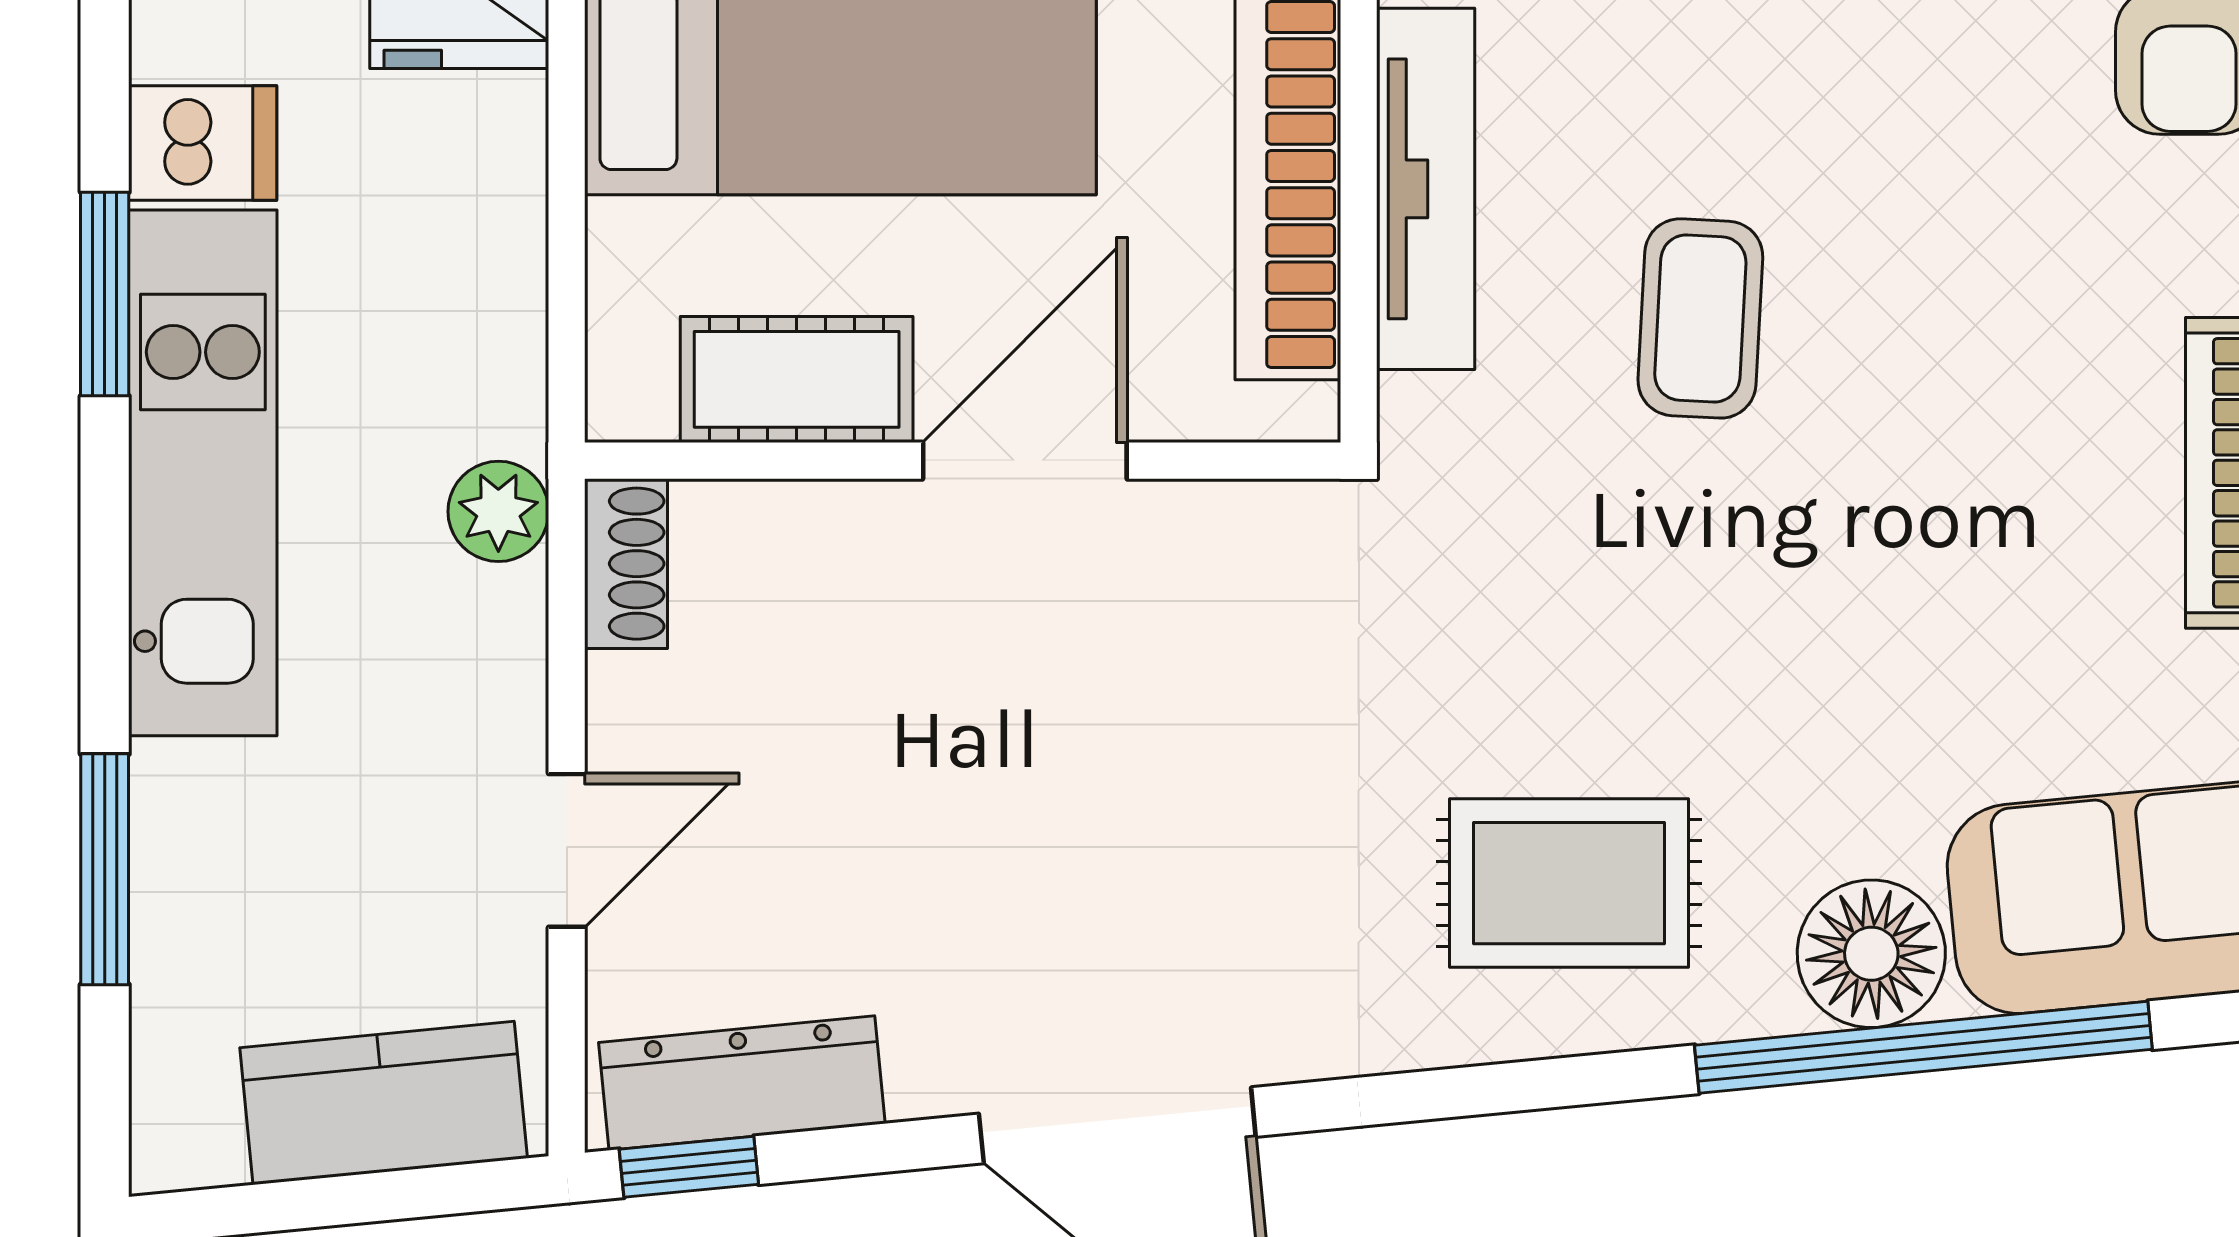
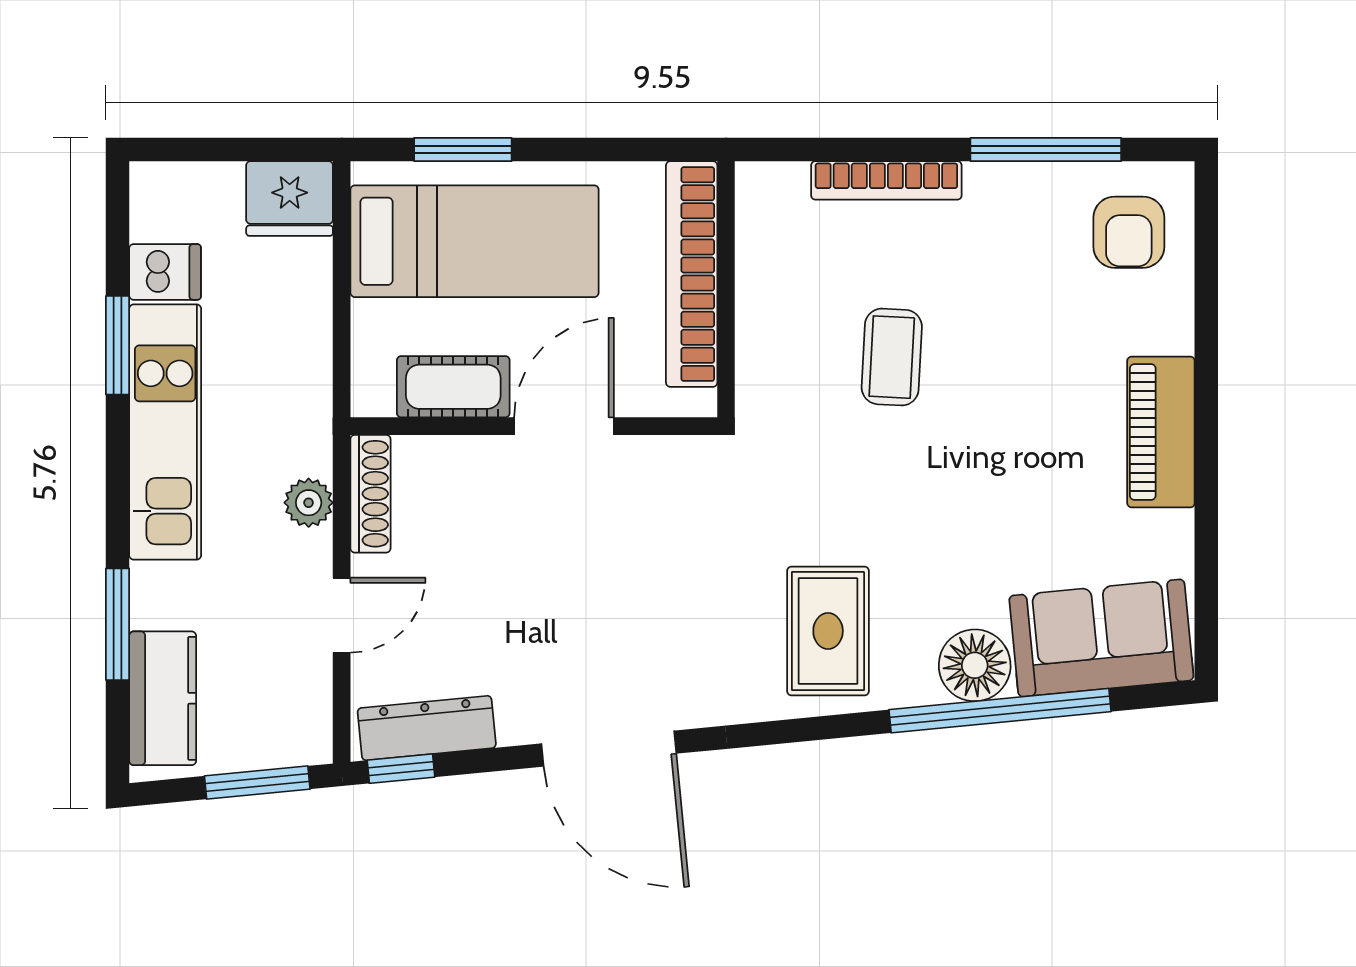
tv unit: (1426, 189) -> (758, 294), removed
plant: (498, 511) -> (309, 503), moved
shoe rack: (626, 564) -> (370, 494), width x1.43
rug: (1569, 883) -> (828, 631), turned 90
kitchen counter: (384, 1103) -> (163, 698), moved, turned 96
window: (393, 1195) -> (257, 783), added

